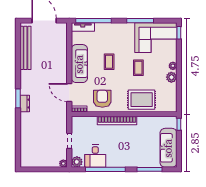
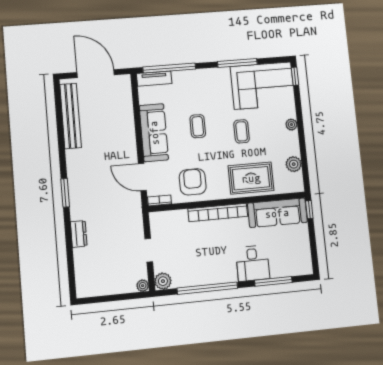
plant: (171, 77) -> (294, 164), moved
dresser: (25, 104) -> (79, 234), moved
sofa: (168, 148) -> (277, 213), moved, turned -90
desk: (95, 156) -> (253, 263), moved

